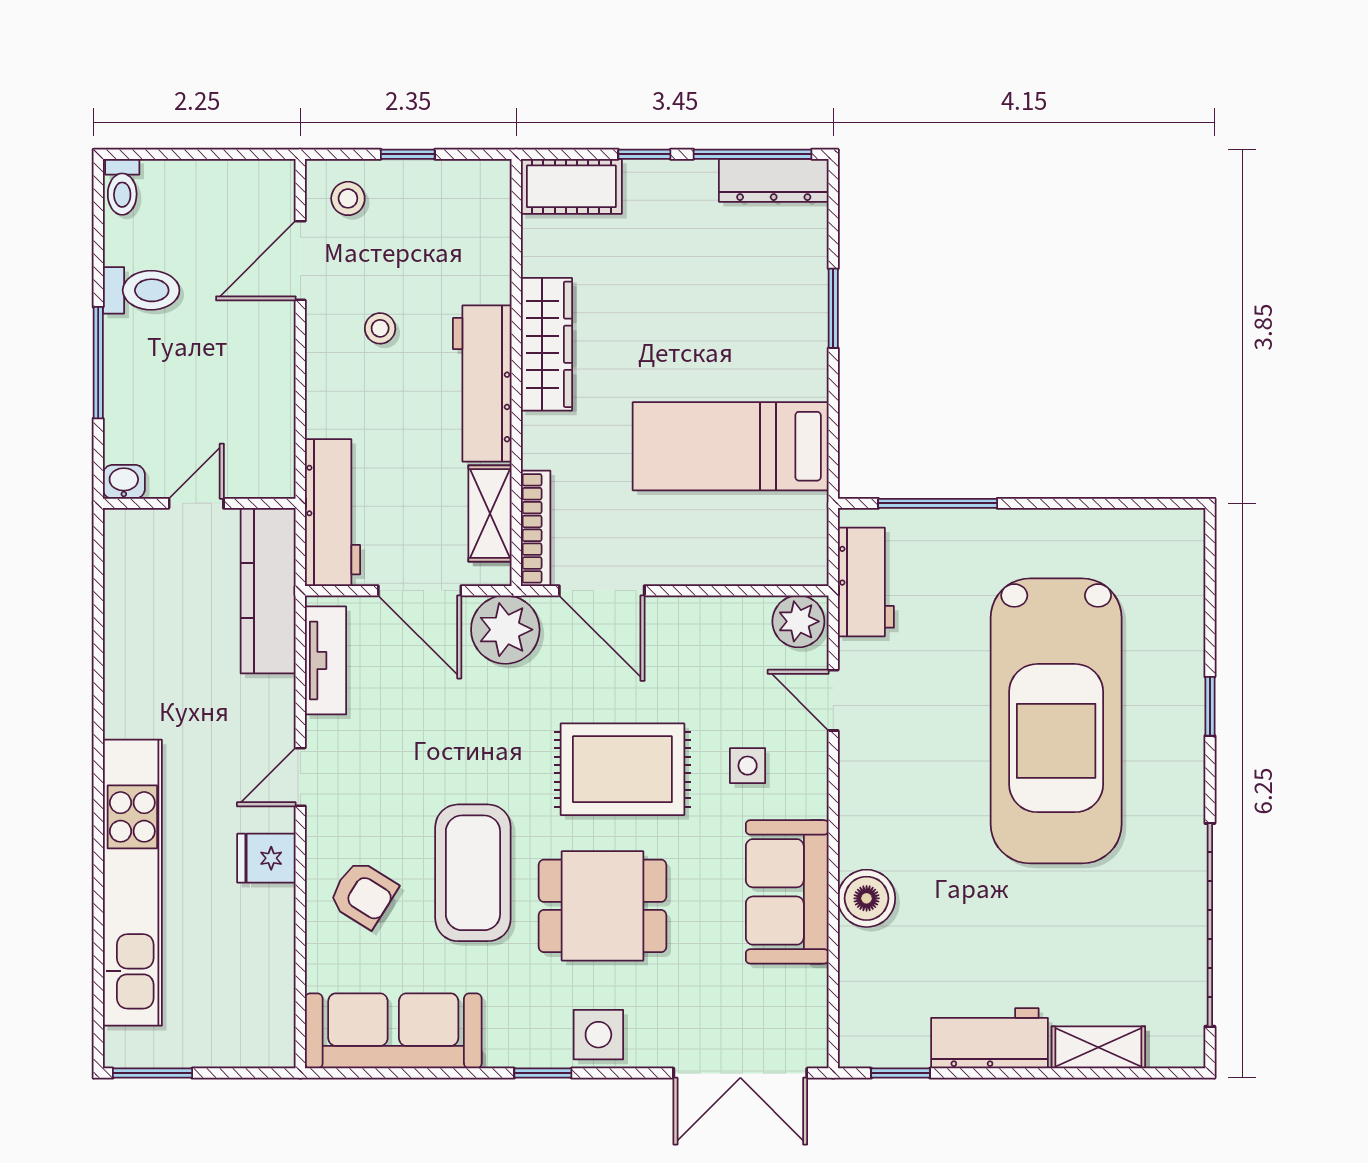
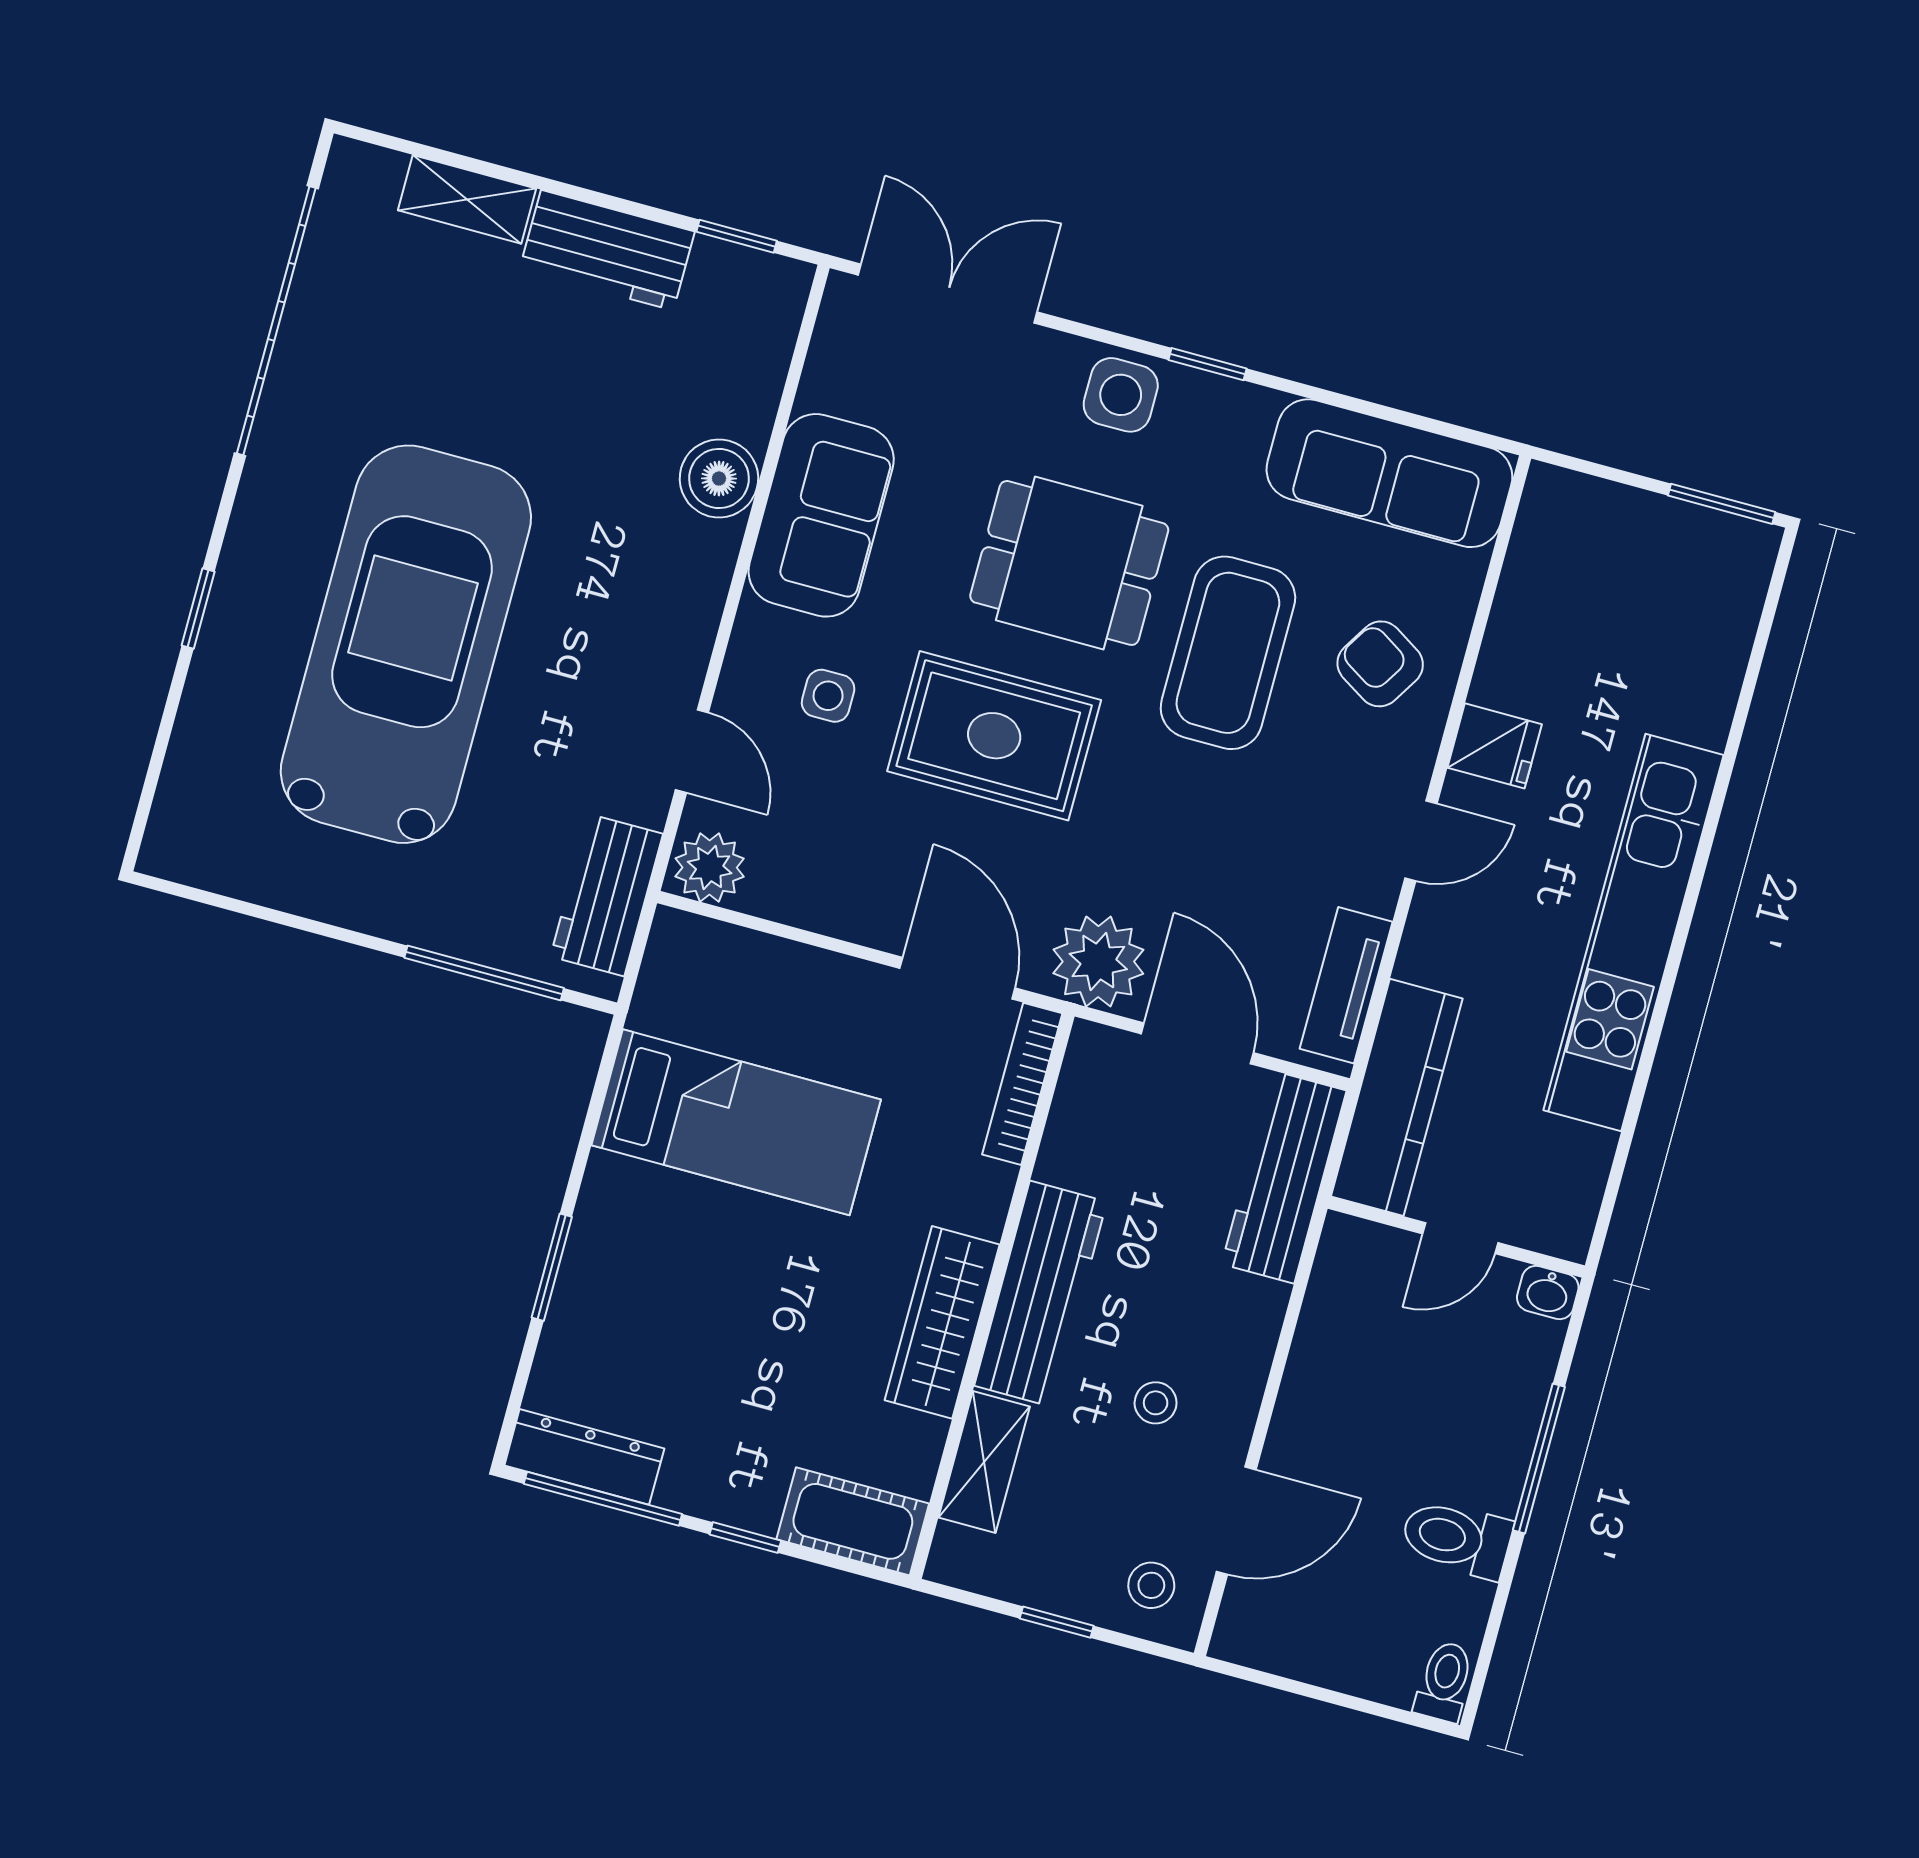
shelving: (490, 513) -> (984, 1462), moved
kitchen unit: (132, 883) -> (1633, 933), moved

